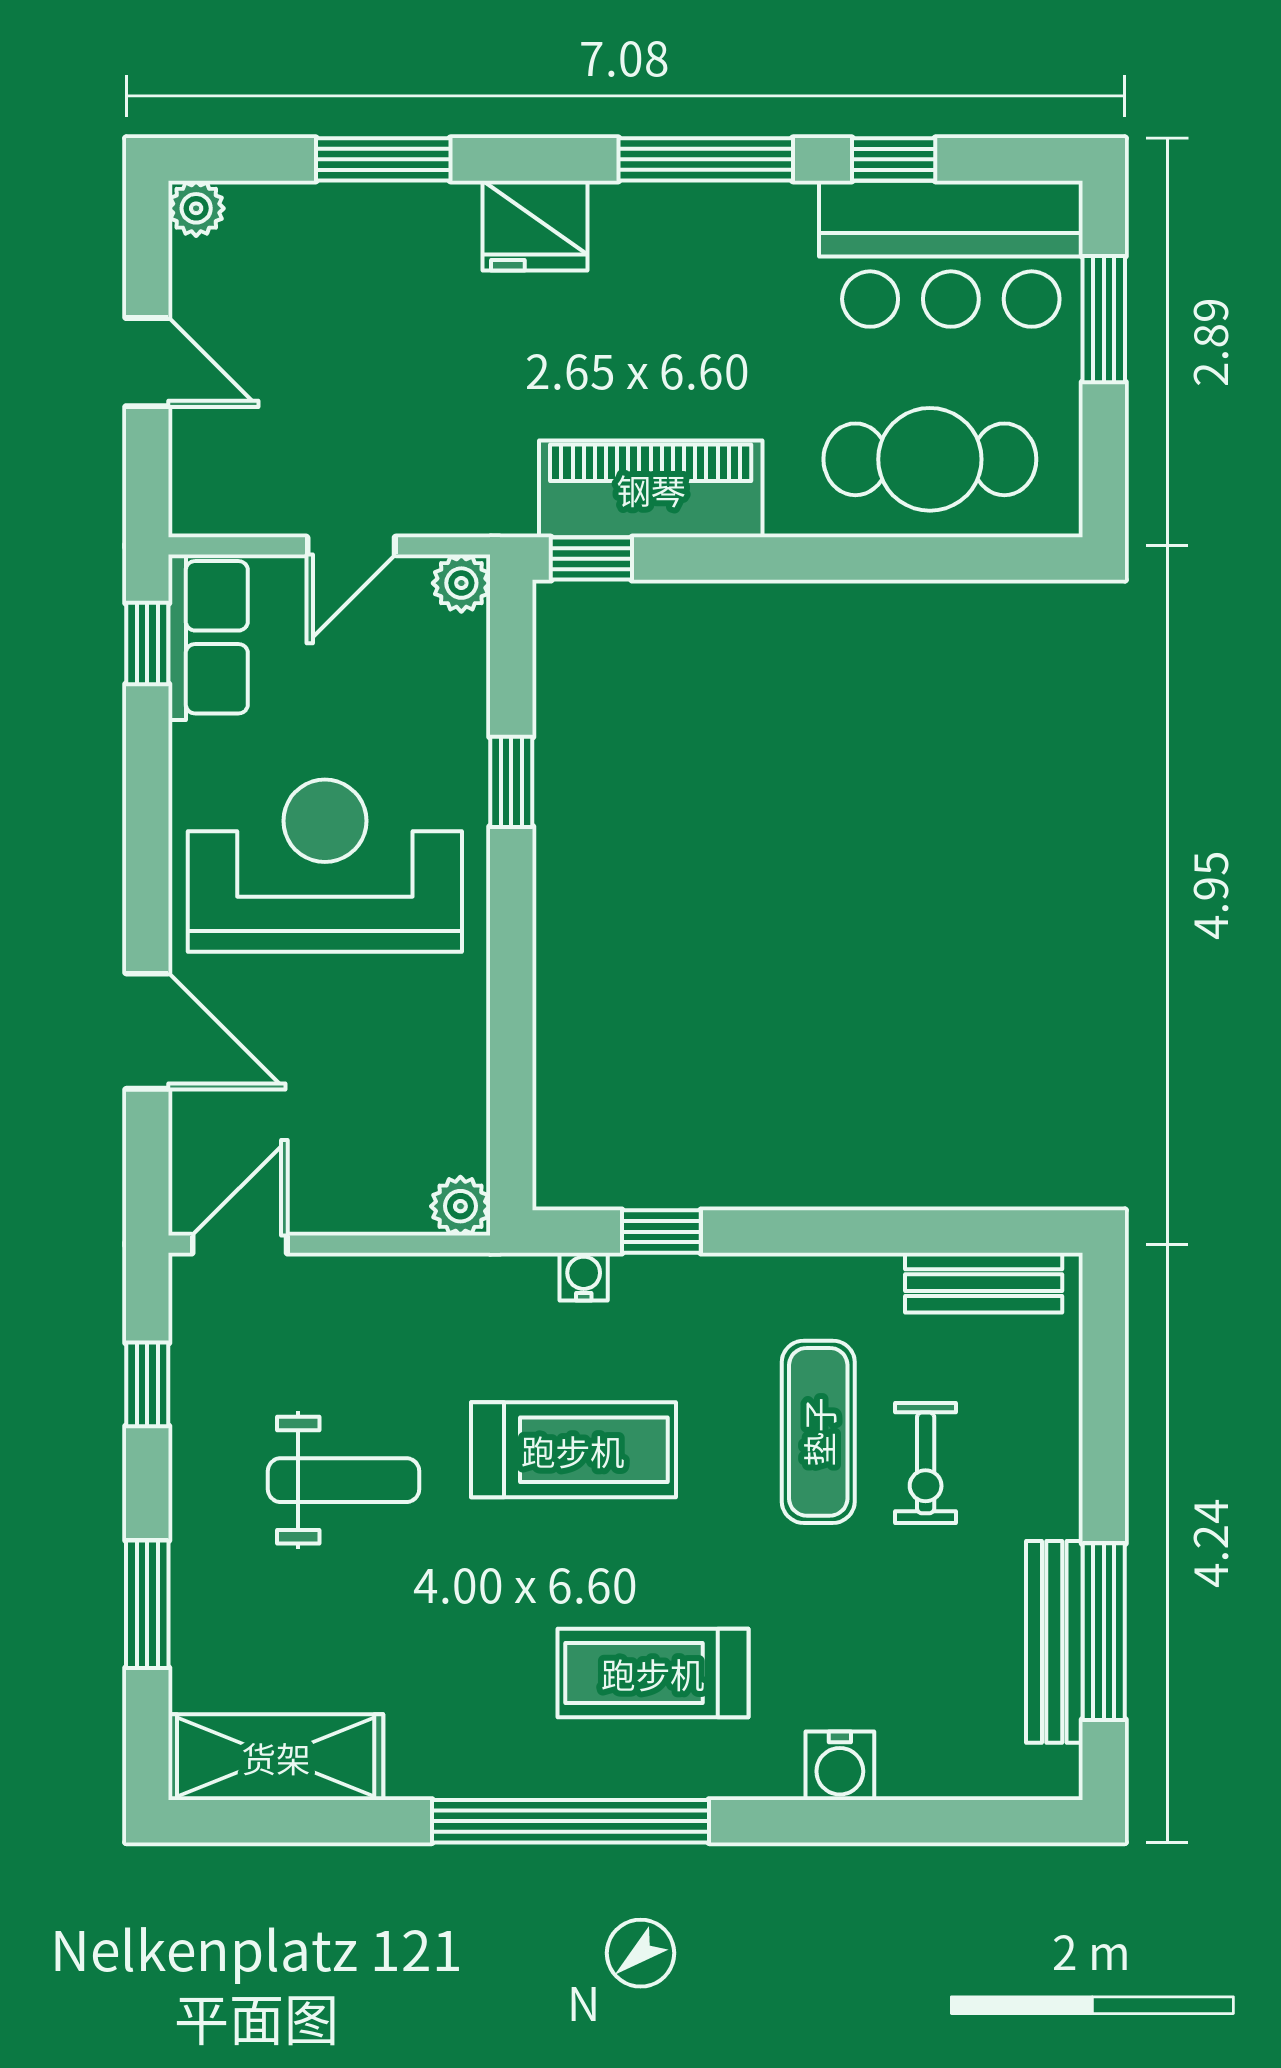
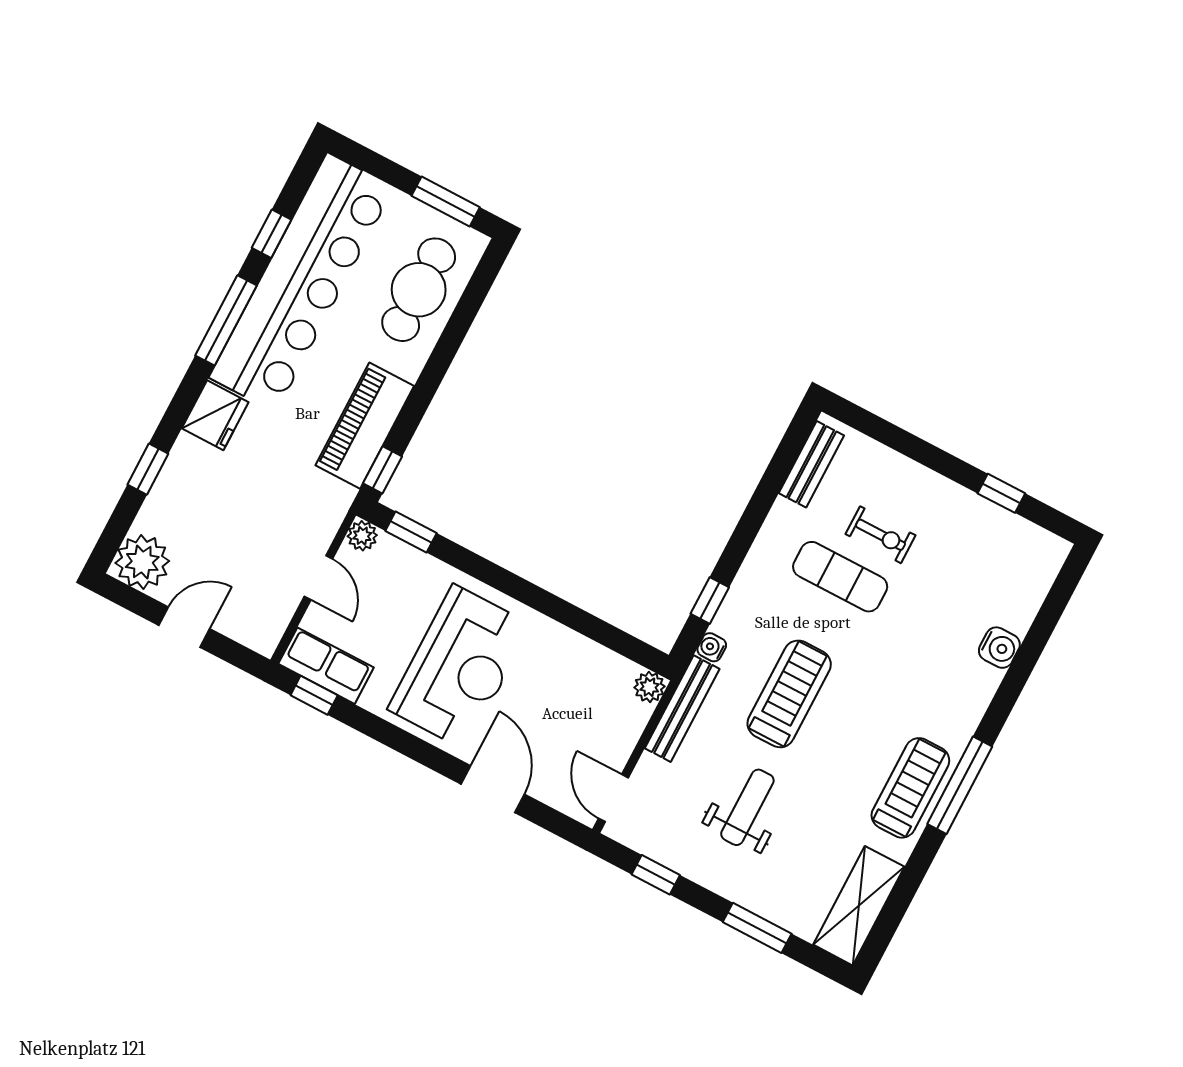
window: (383, 159) -> (148, 469), width x0.67
plant: (196, 208) -> (142, 562), width x1.88, depth x1.88
bar counter: (951, 254) -> (301, 282), width x1.86
window: (1104, 319) -> (446, 202), moved
window: (511, 782) -> (411, 532), moved
reception desk: (325, 866) -> (460, 667), turned 180
door: (147, 1031) -> (493, 789), hinge flipped
window: (1104, 1632) -> (1001, 493), width x0.46
bench: (1054, 1642) -> (682, 709), moved, turned 90
treadmill: (653, 1673) -> (910, 788), moved, turned 180
window: (571, 1821) -> (960, 785), width x0.68

